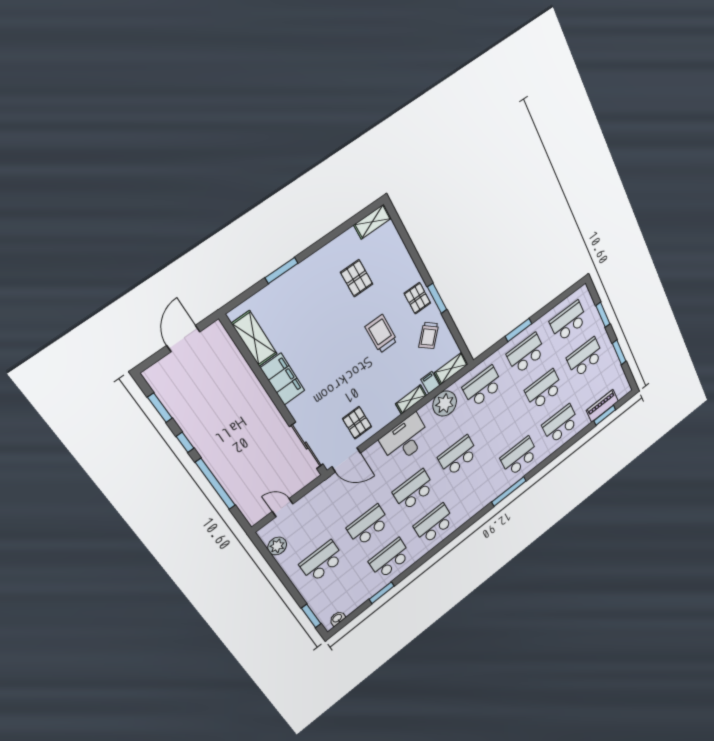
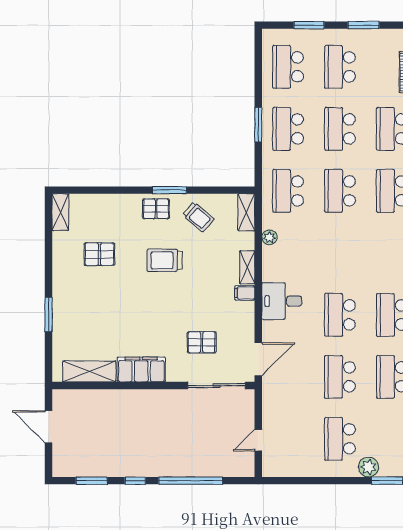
filing cabinet: (430, 383) -> (245, 293), moved
plant: (445, 403) -> (269, 237), width x0.53, depth x0.53
pallet: (357, 423) -> (202, 342), moved
desk: (405, 439) -> (282, 301), width x0.73
school desk: (458, 456) -> (340, 191), moved
plant: (277, 546) -> (369, 467), moved

